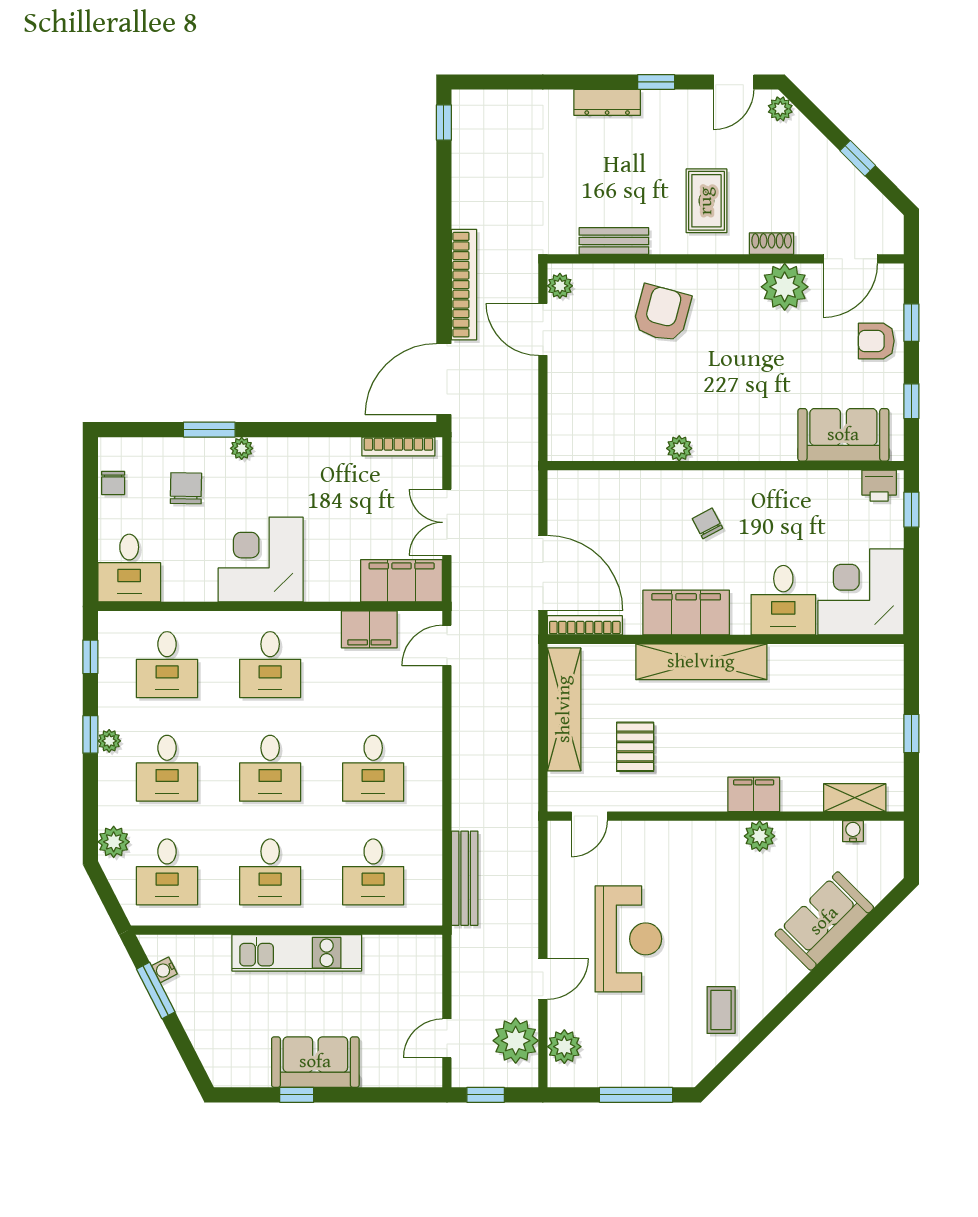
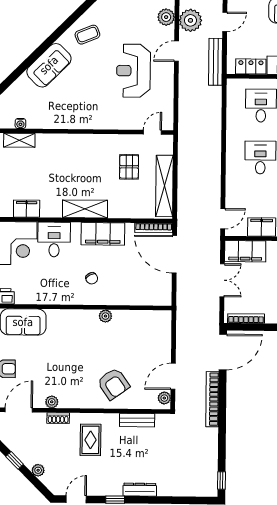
plant: (780, 109) -> (38, 470), moved
plant: (785, 287) -> (52, 402), width x0.53, depth x0.53
armchair: (662, 313) -> (113, 384), turned -50
door: (543, 329) -> (173, 376), swing flipped
shelving: (701, 662) -> (85, 209), width x0.68
filing cabinet: (754, 794) -> (27, 209), moved, turned 180
plant: (760, 836) -> (67, 122), removed
bench: (465, 878) -> (216, 62), moved
sofa: (824, 921) -> (49, 65), moved
locker: (394, 950) -> (251, 66), added
coffee table: (721, 1010) -> (87, 35), turned 68

